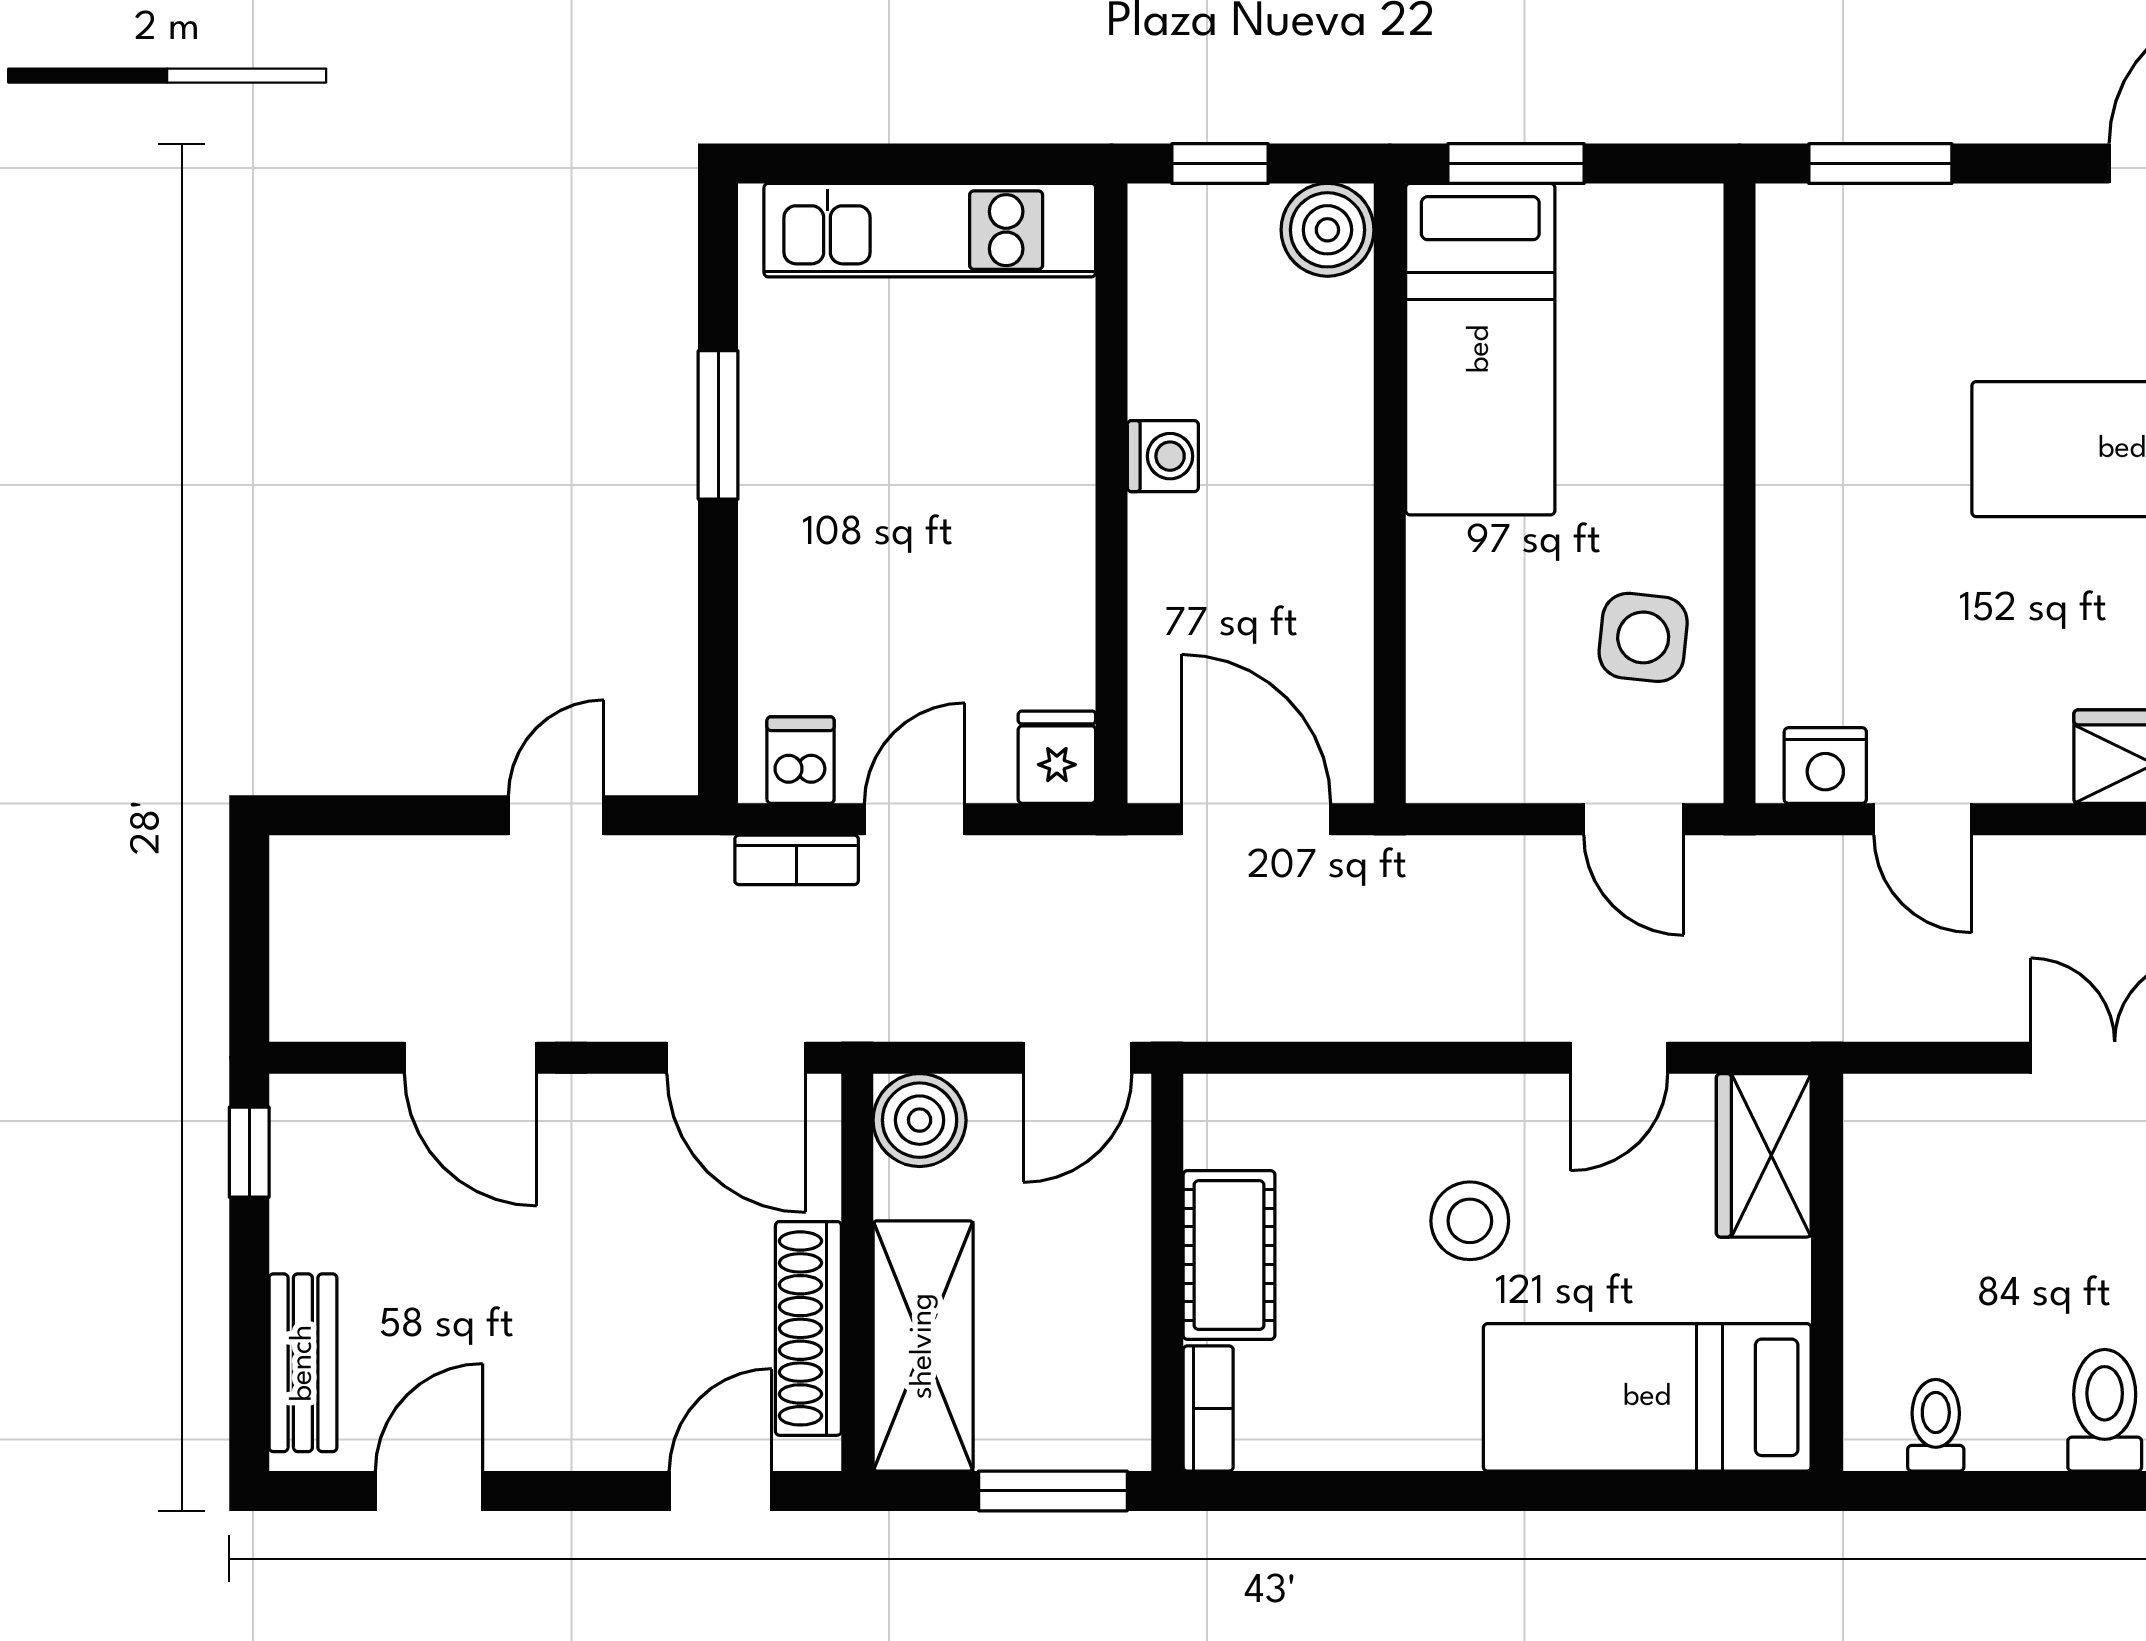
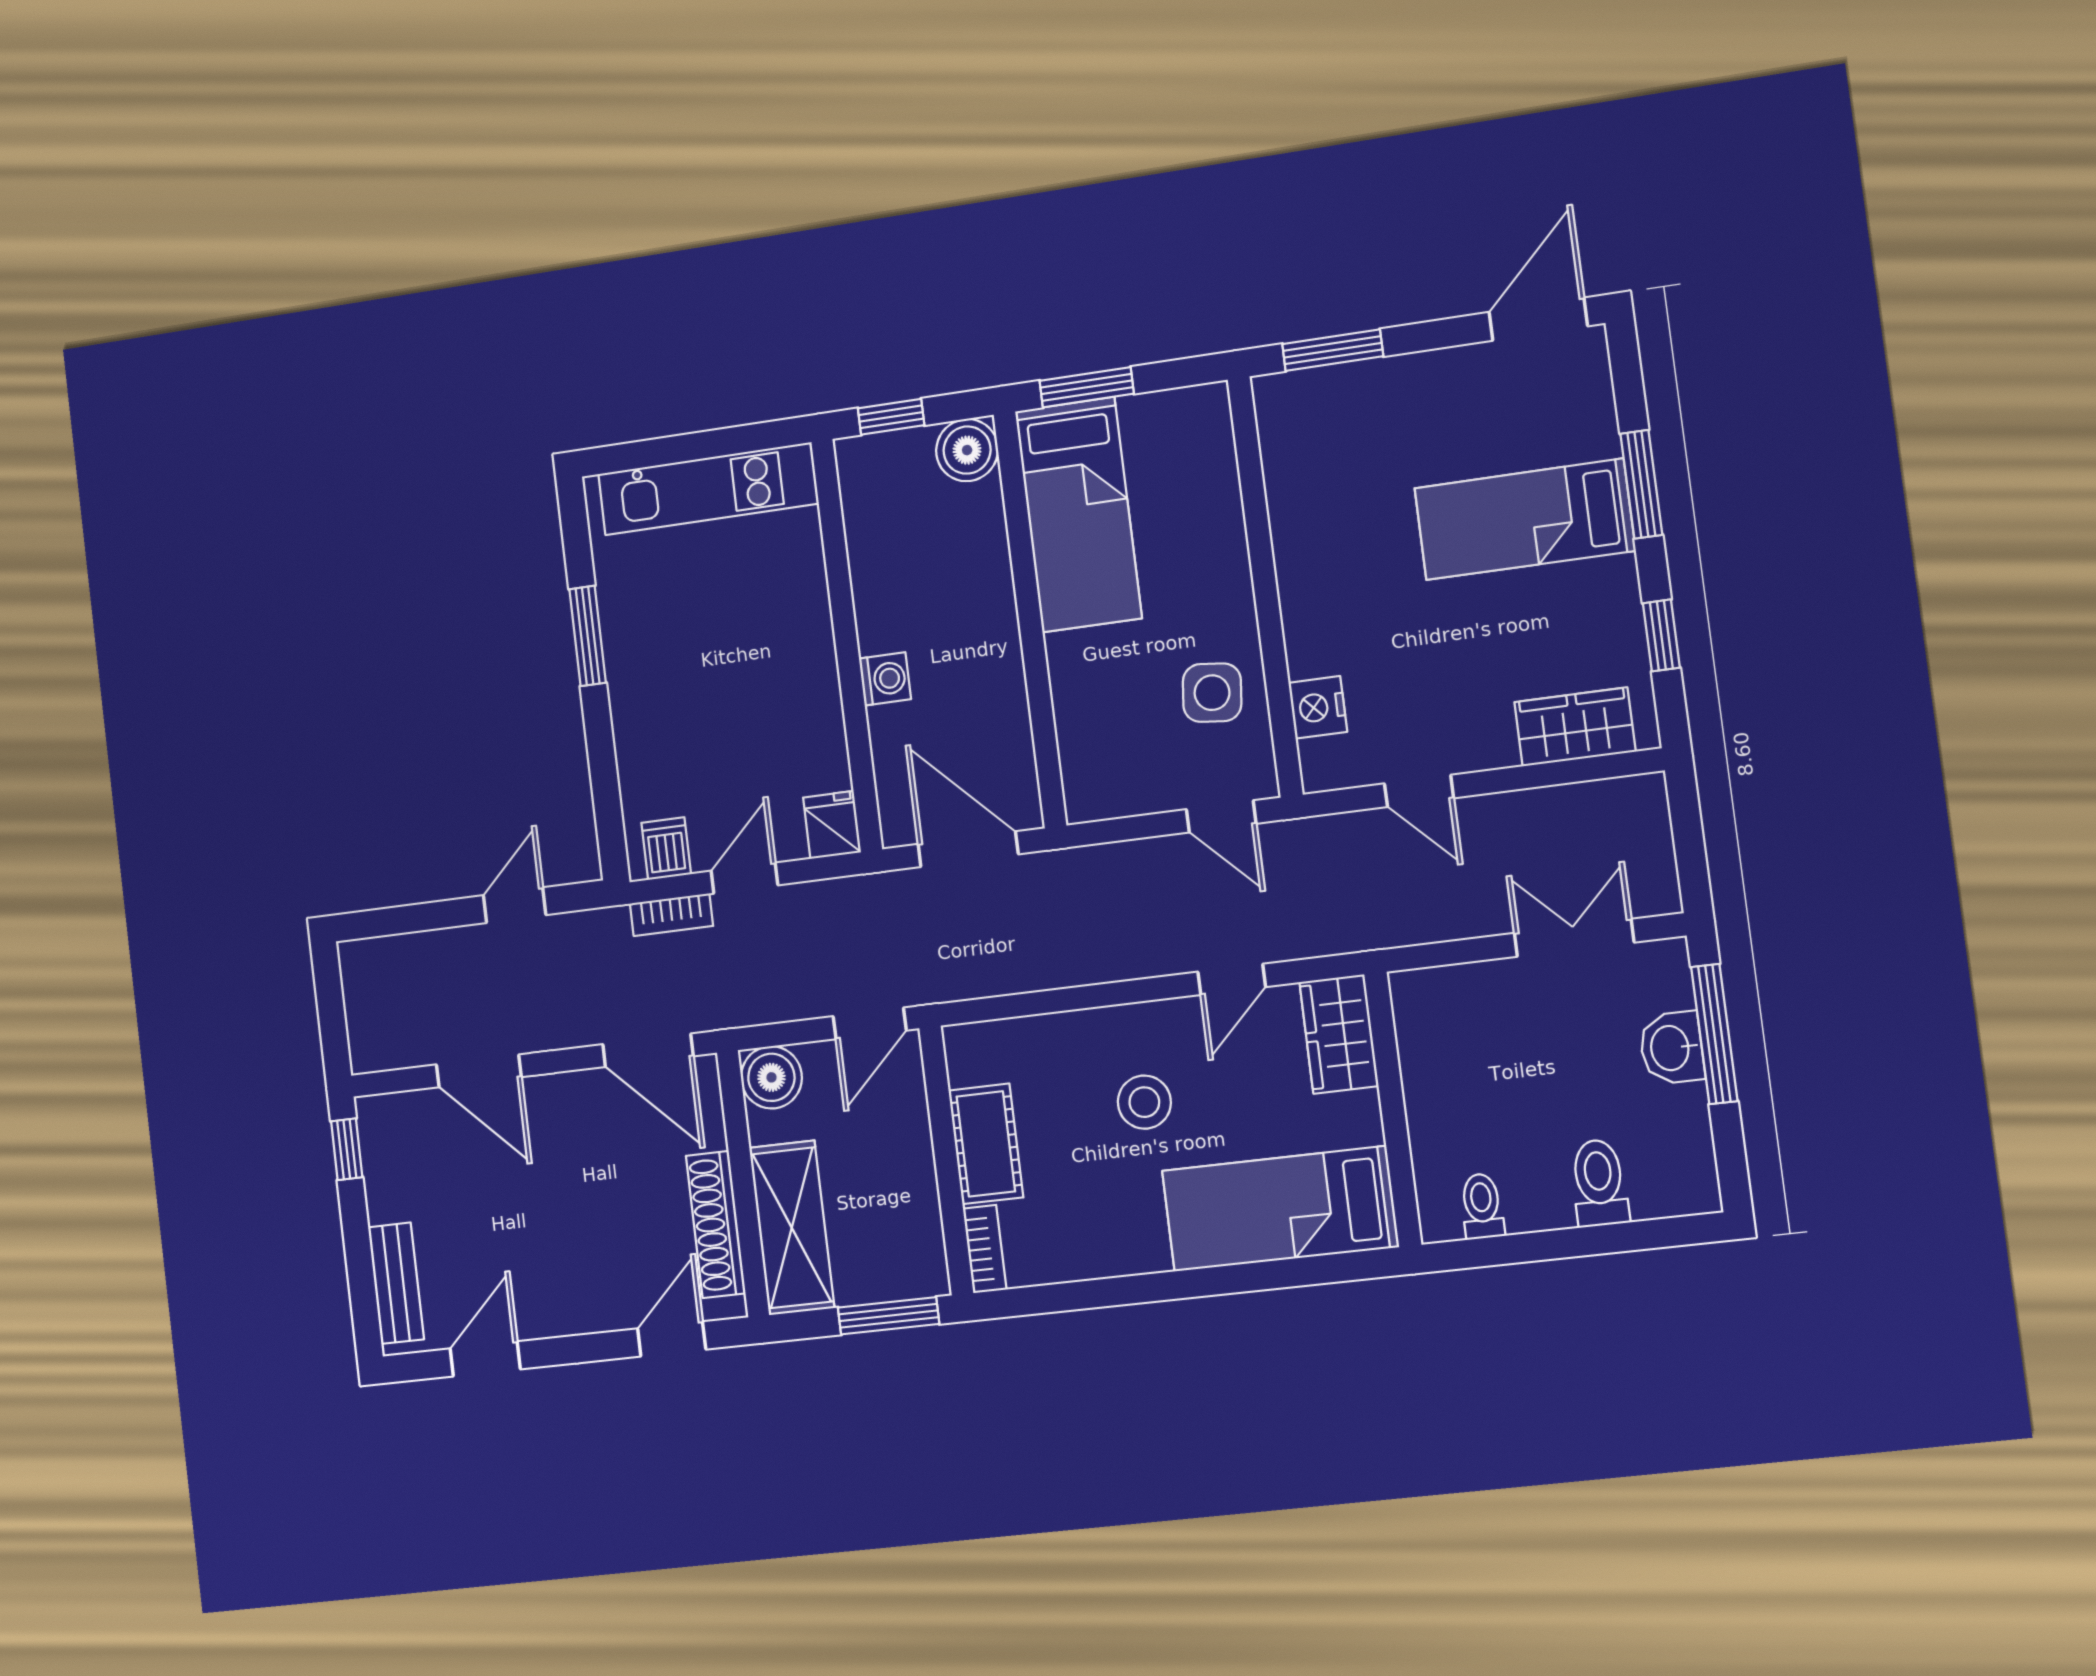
washing machine: (1163, 456) -> (885, 679), moved
nightstand: (1825, 766) -> (1318, 707), moved, turned 90

